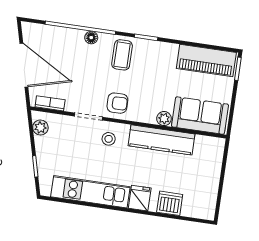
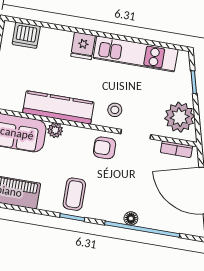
coffee table: (122, 55) -> (74, 194), moved
plant: (40, 128) -> (180, 117), width x1.87, depth x1.87
dishwasher: (170, 203) -> (26, 35), moved

